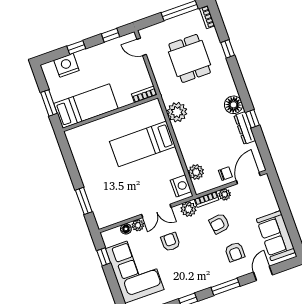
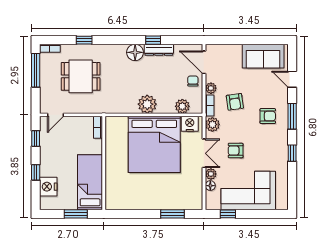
plant: (177, 112) -> (147, 104), moved
bed: (142, 144) -> (154, 144), width x2.04
armchair: (235, 252) -> (268, 116), moved

